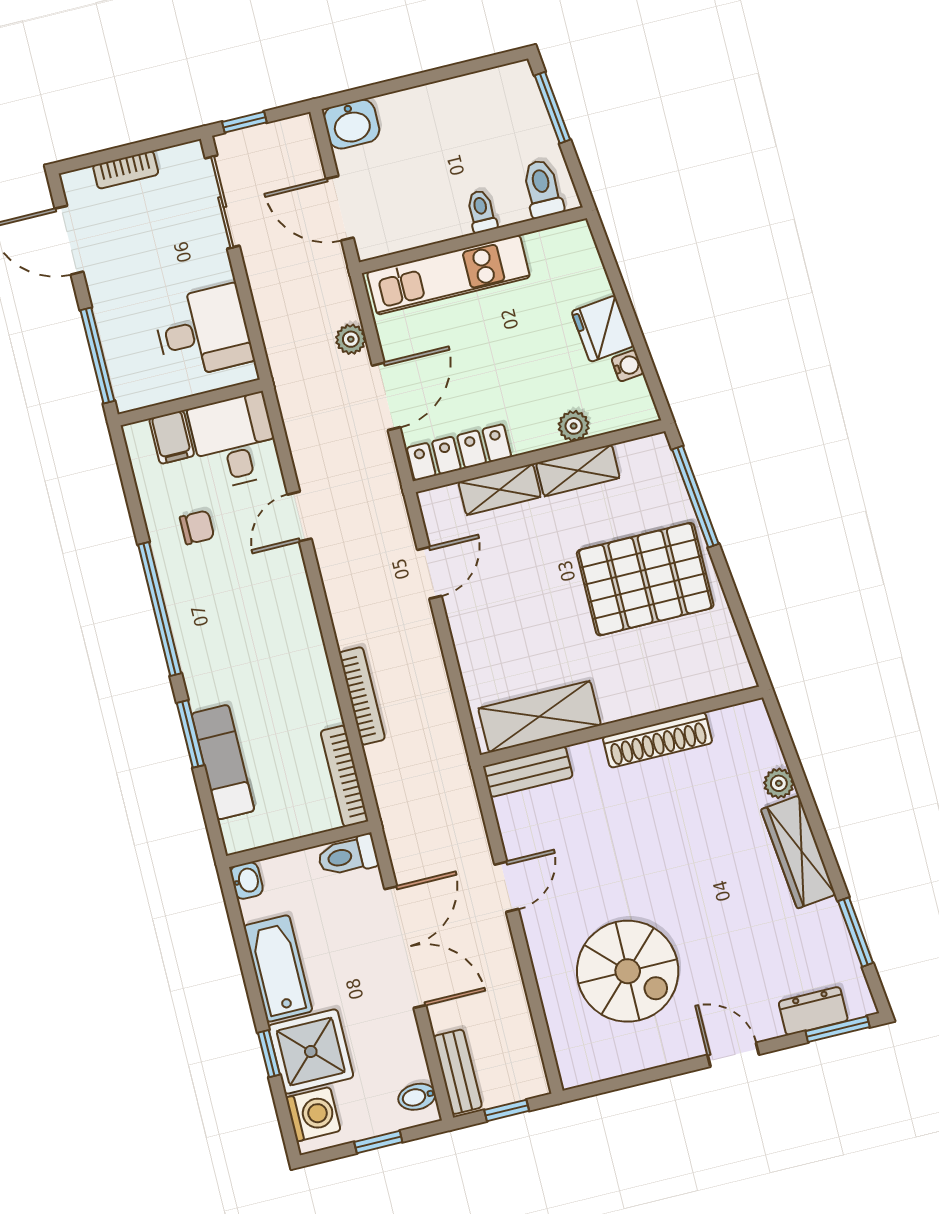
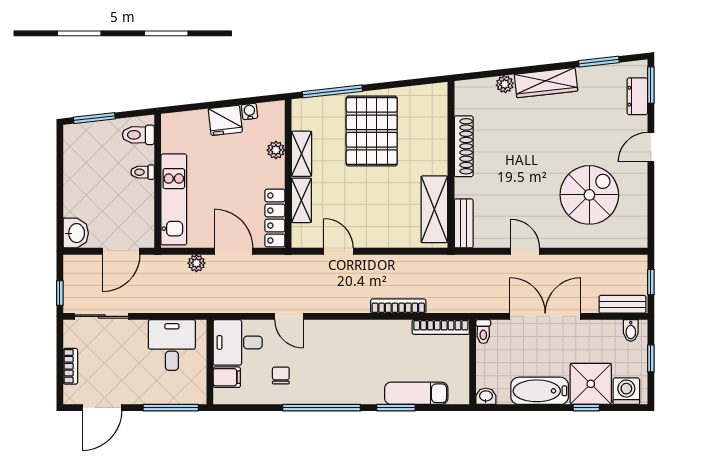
toilet: (348, 856) -> (483, 332), width x0.73, depth x0.72

